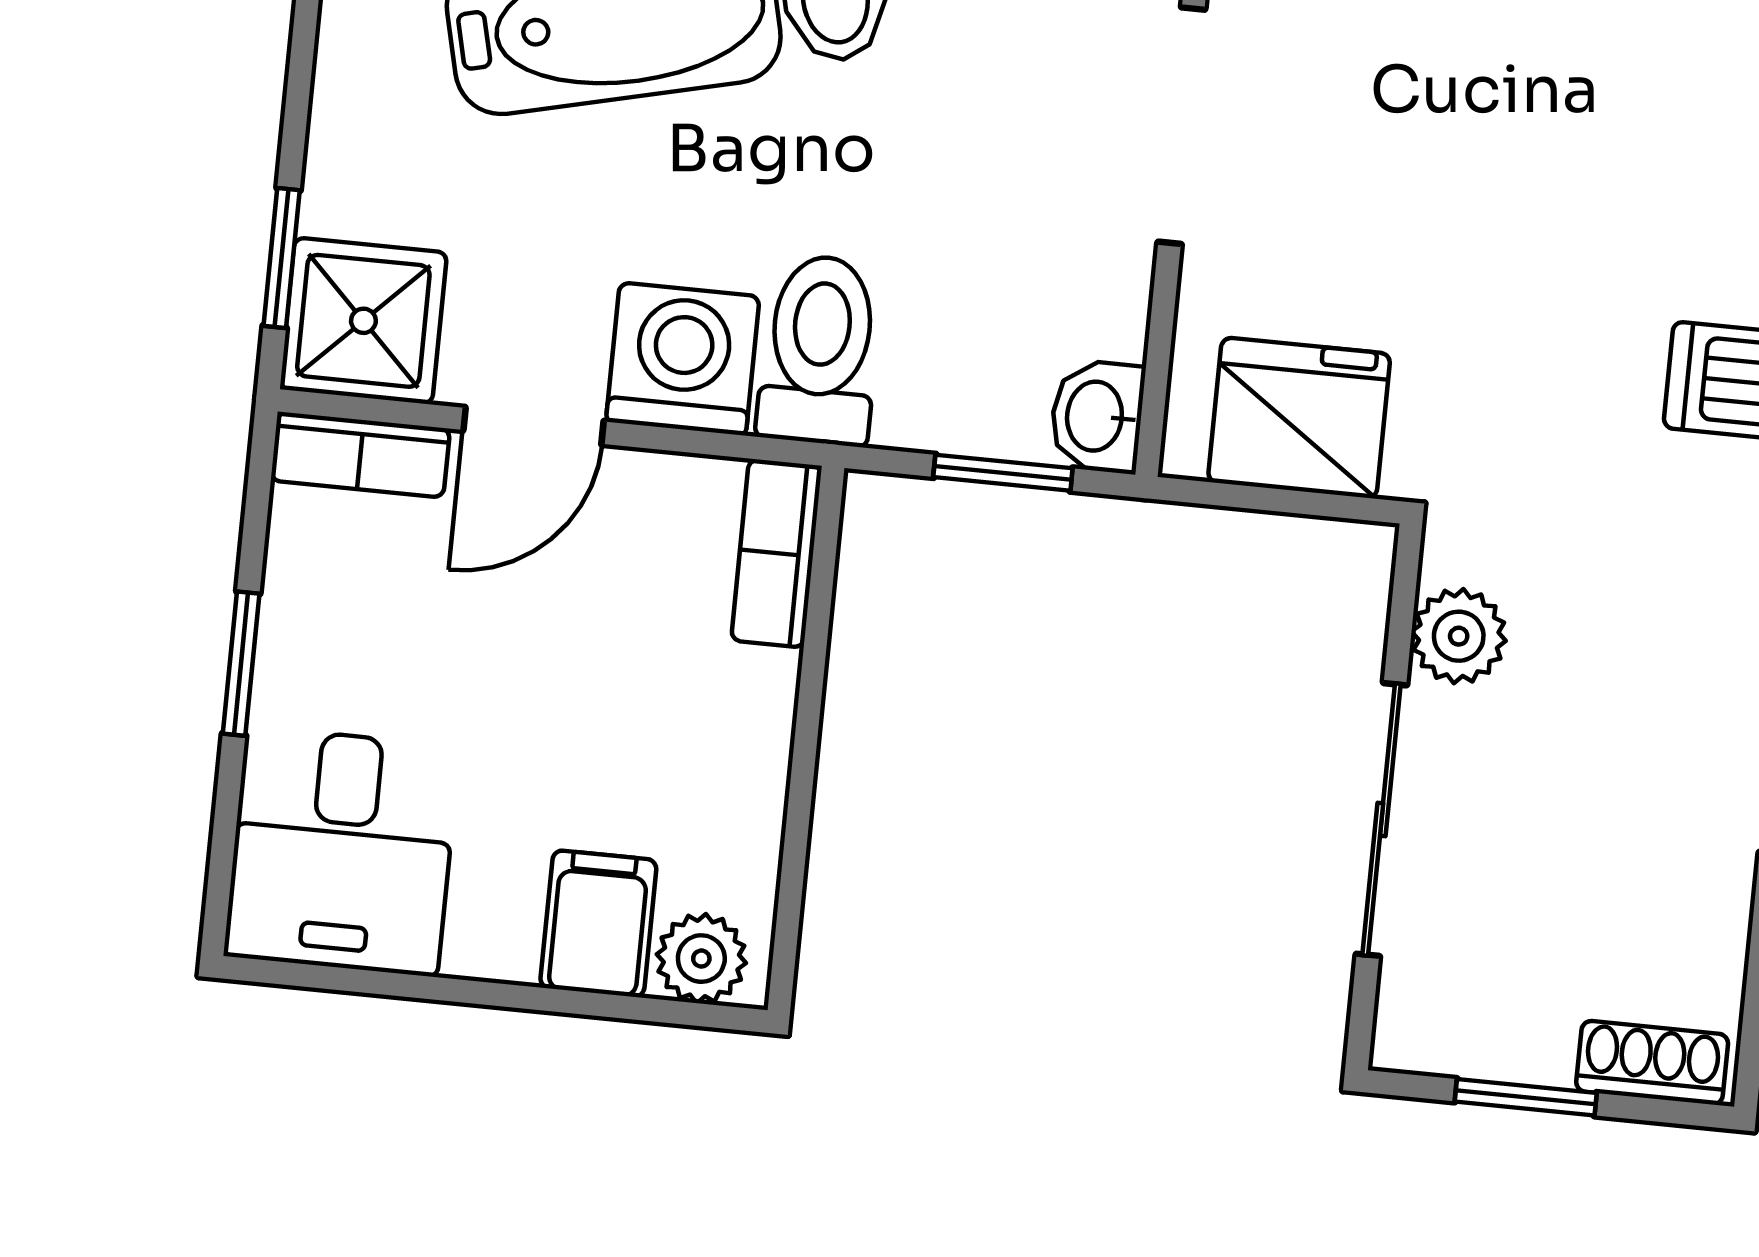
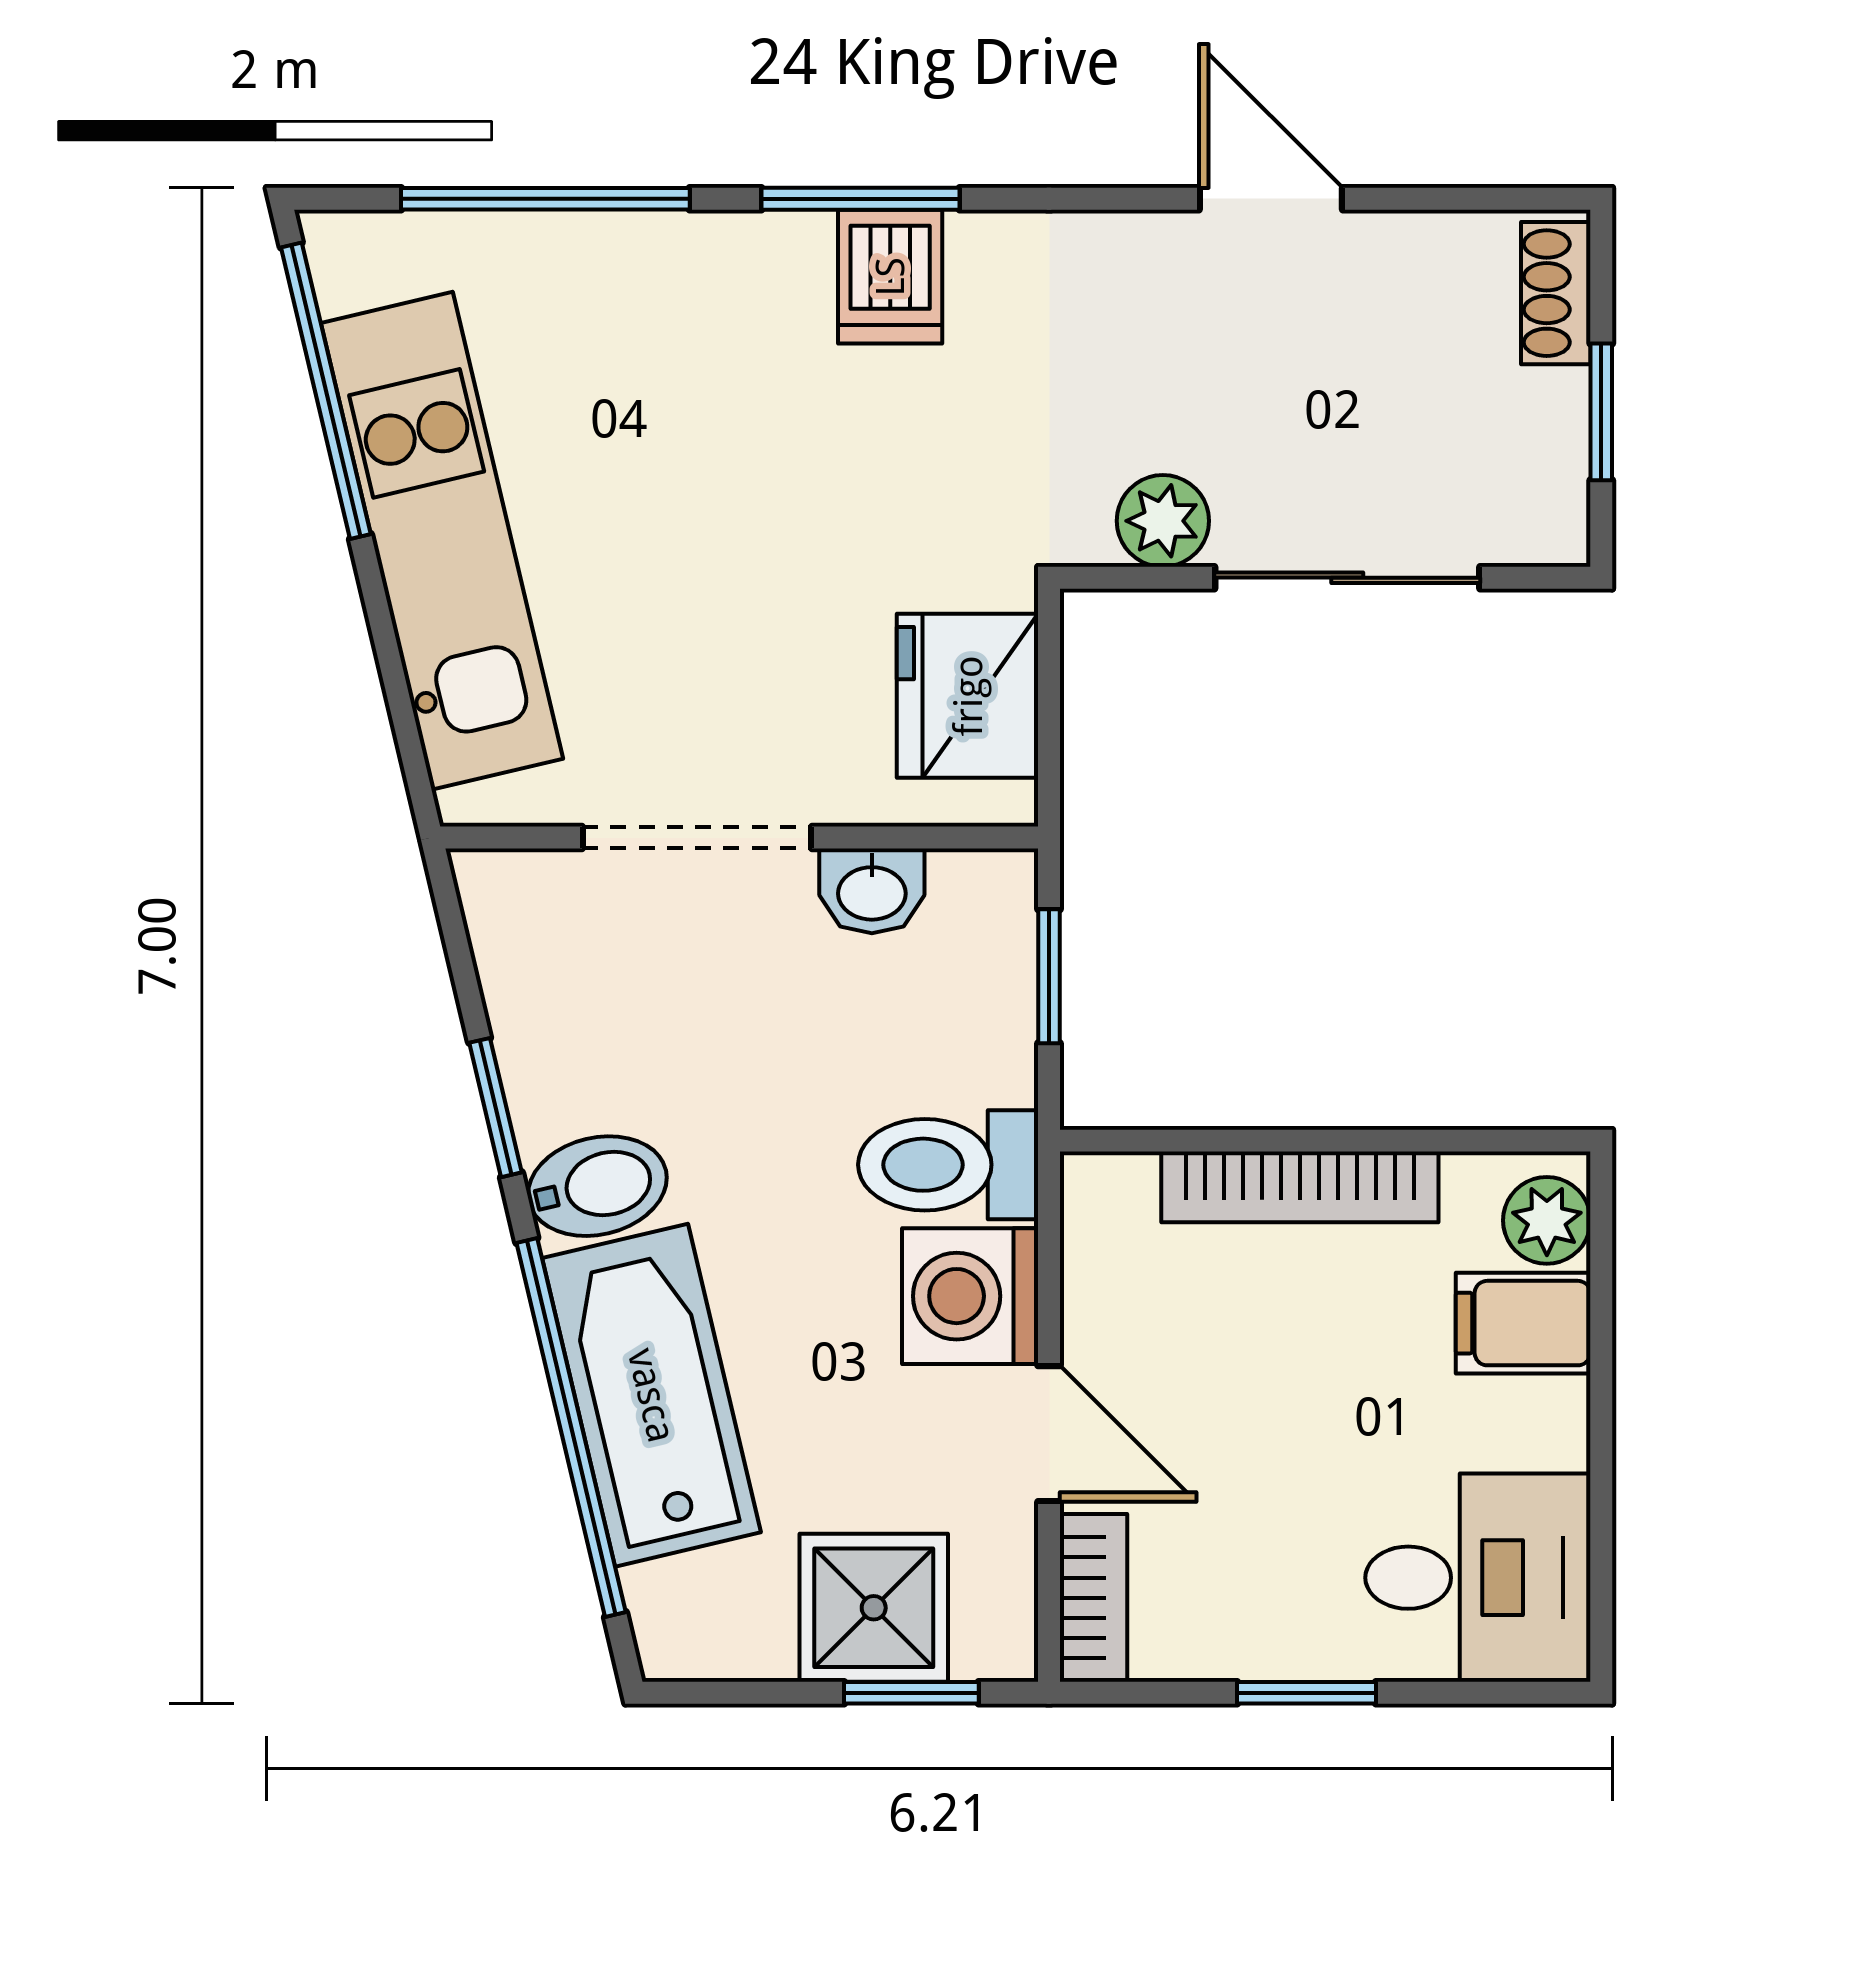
shower: (363, 321) -> (874, 1608), moved
washbasin: (1097, 416) -> (872, 891), moved
bookcase: (777, 553) -> (1300, 1187), moved, width x1.56

